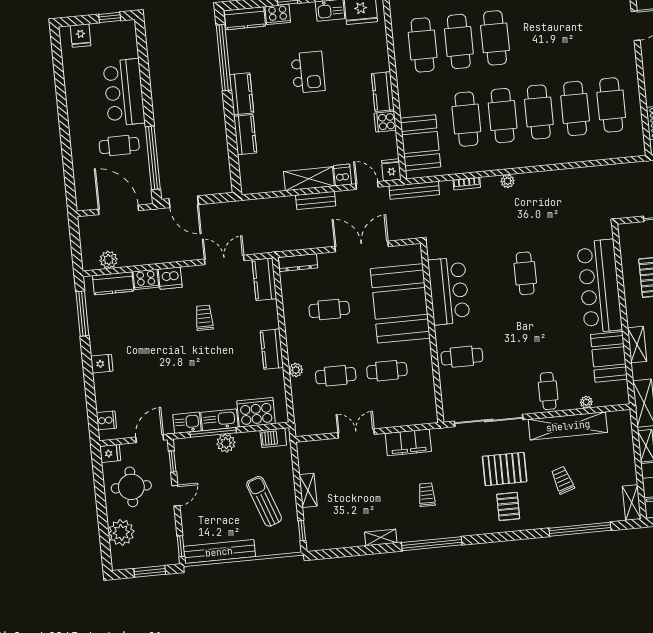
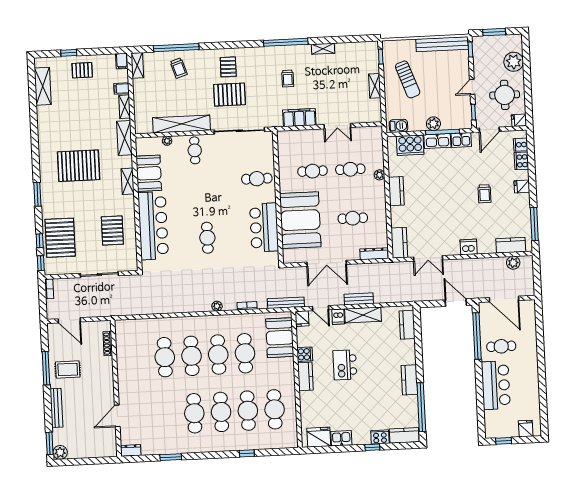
kitchen island: (308, 72) -> (345, 365), moved
cafe table: (611, 105) -> (194, 413), moved
kitchen counter: (245, 135) -> (407, 325), moved
cooker: (146, 279) -> (521, 161), moved, turned -90
trolley: (204, 318) -> (484, 194), moved
trolley: (563, 480) -> (179, 68), moved

